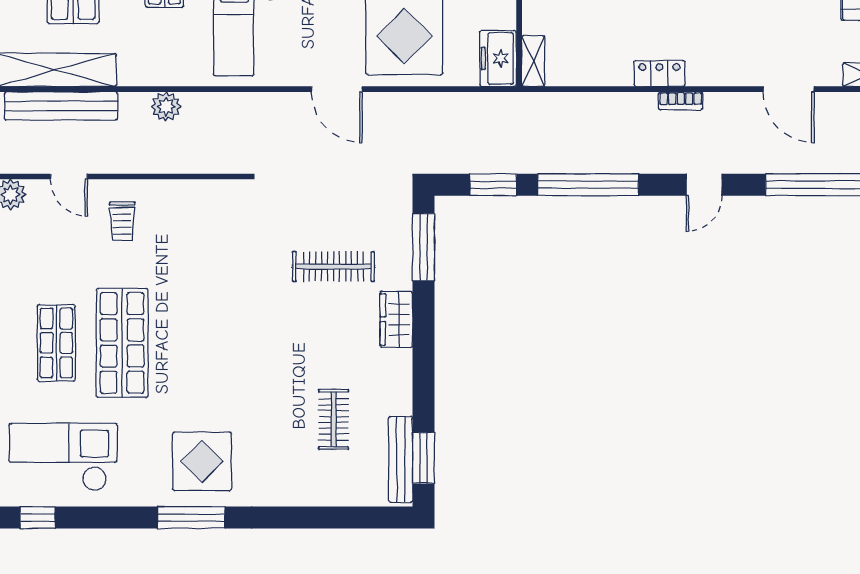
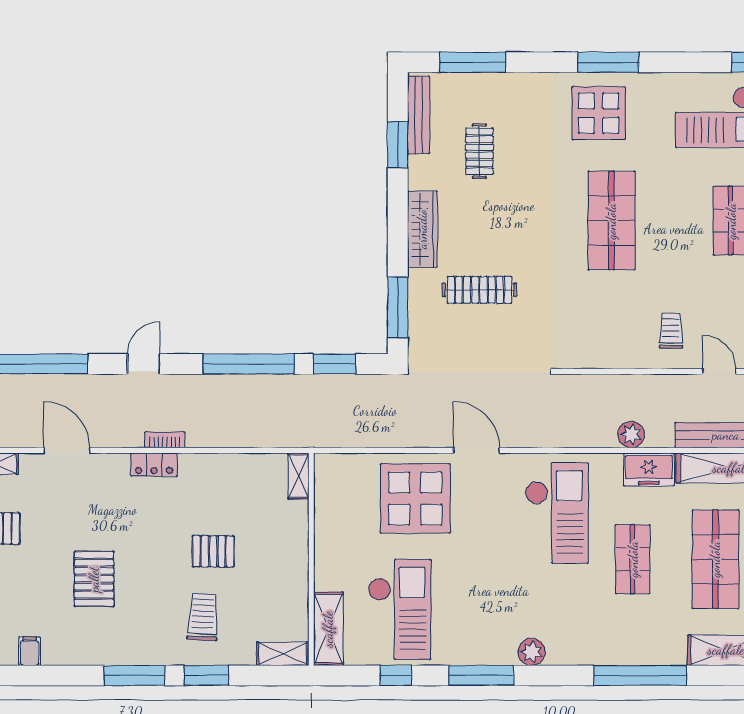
freezer: (498, 58) -> (649, 469), moved, turned 90
locker: (659, 74) -> (154, 465), moved
wardrobe: (396, 319) -> (422, 229), width x1.50
shop shelf: (122, 343) -> (611, 221), moved
window: (424, 458) -> (398, 145), moved
window: (341, 518) -> (473, 62), added

